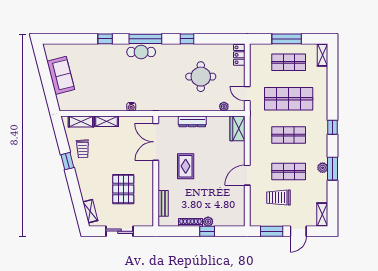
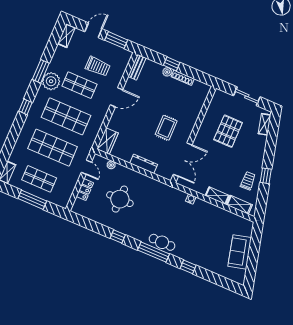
locker: (239, 55) -> (85, 190), moved
shop shelf: (289, 135) -> (66, 116), width x1.43, depth x1.36
plant: (323, 168) -> (51, 81), width x1.88, depth x1.88
bench: (163, 203) -> (137, 67), moved

